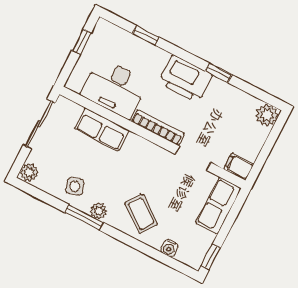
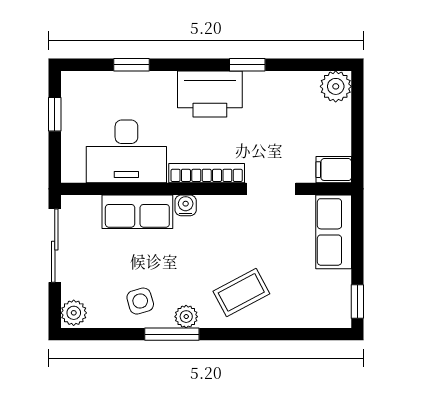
coffee table: (141, 214) -> (241, 292), turned -64
water cooler: (169, 248) -> (186, 205), moved, turned 180

